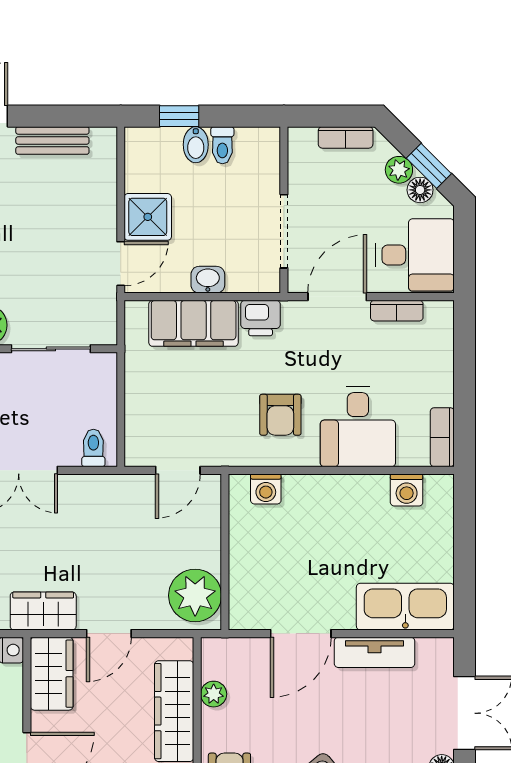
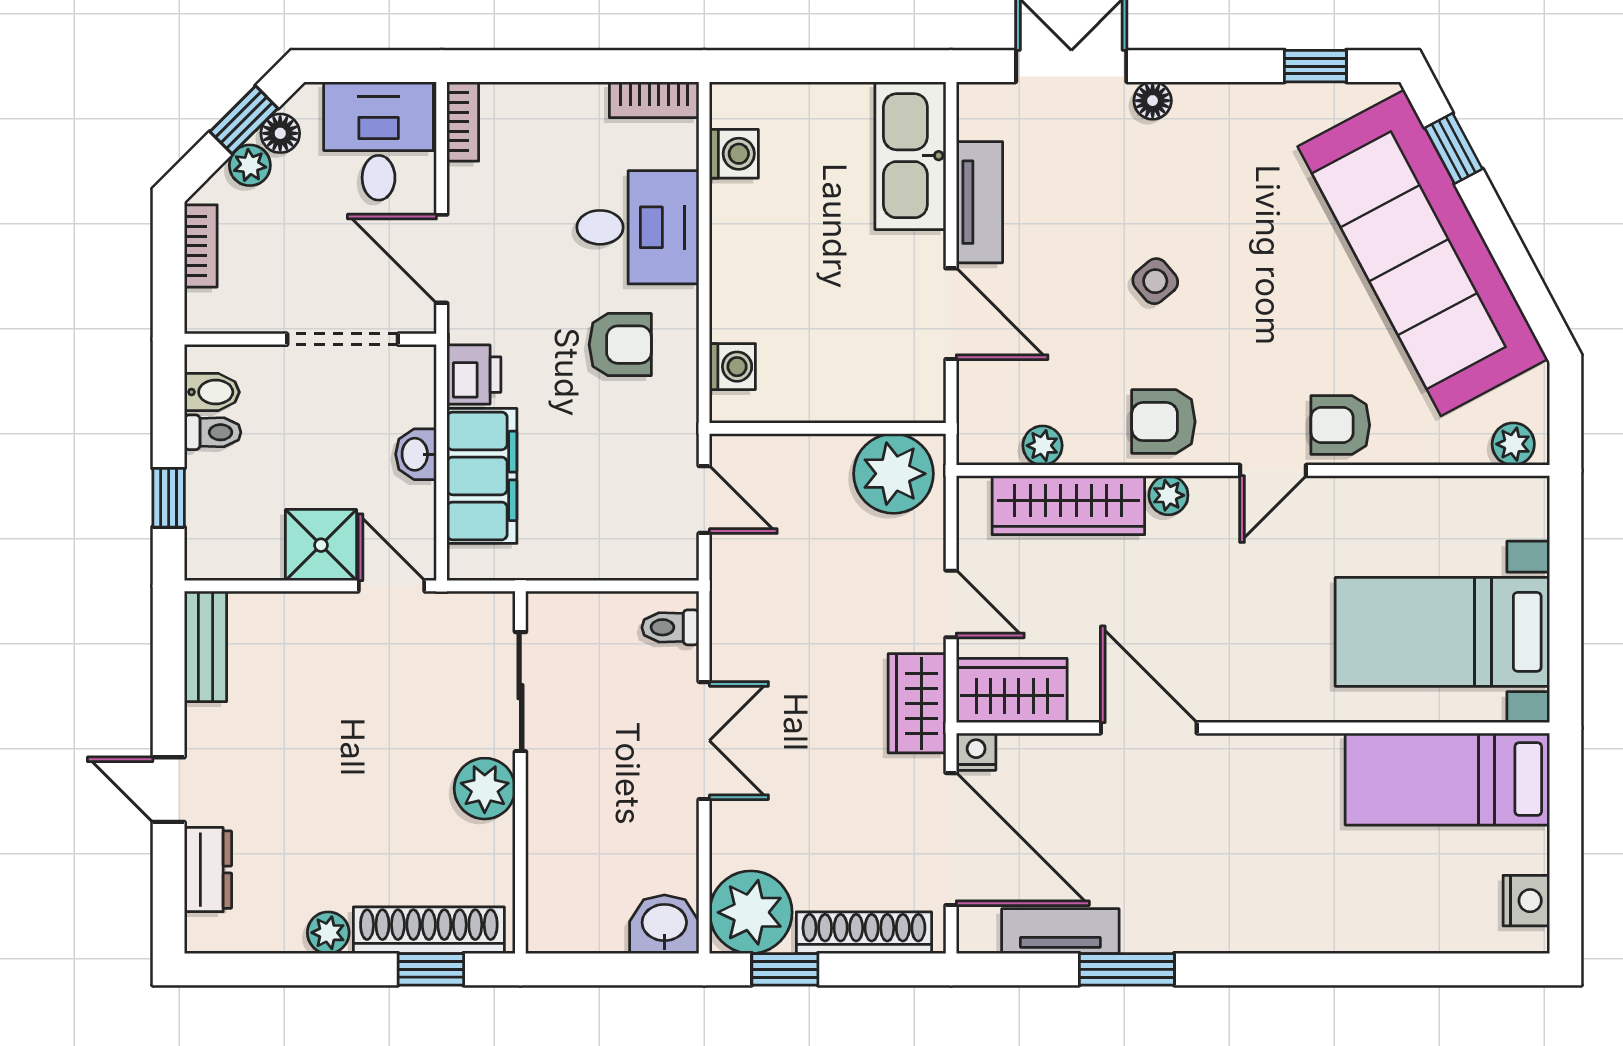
bench: (52, 140) -> (205, 646), moved
bidet: (196, 145) -> (212, 392), moved
bookcase: (397, 311) -> (463, 122), moved

